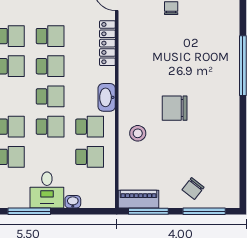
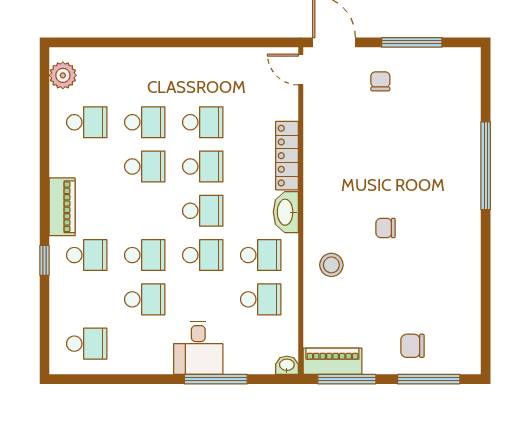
locker: (107, 43) -> (287, 156), moved
chair: (175, 108) -> (386, 228), width x0.54, depth x0.54
chair: (193, 189) -> (413, 346), turned 52
washbasin: (73, 202) -> (287, 365), moved
window: (29, 211) -> (216, 379), moved

